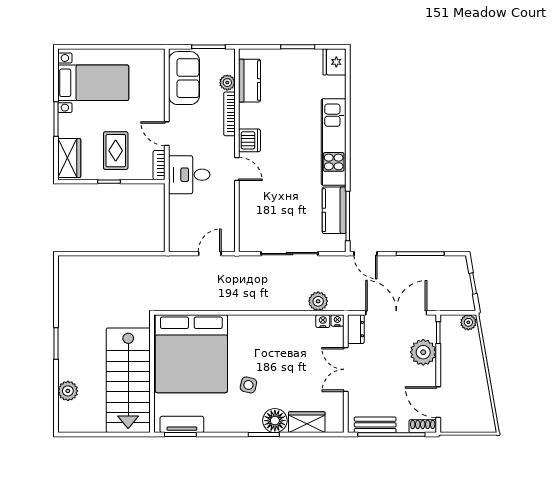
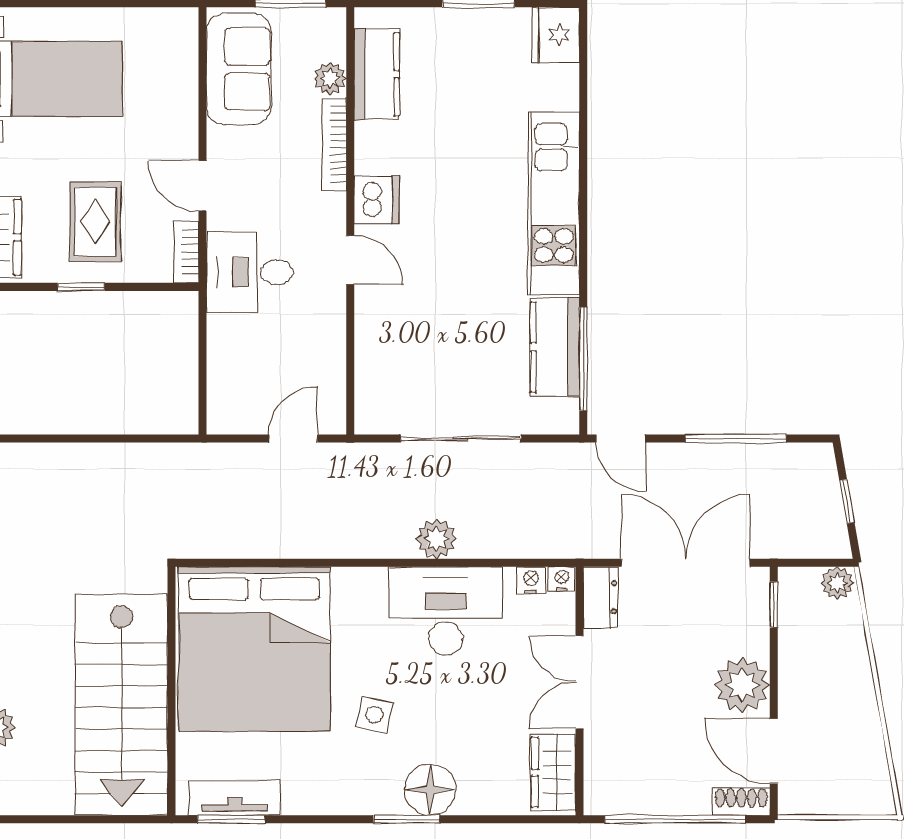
plant: (318, 301) -> (436, 539), moved
desk: (282, 336) -> (446, 611), added
plant: (423, 352) -> (742, 685), moved
wardrobe: (307, 422) -> (553, 772), moved, turned -90
bench: (375, 425) -> (641, 799), removed

